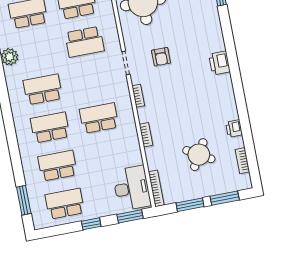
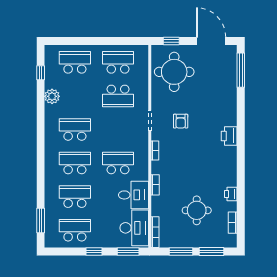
desk: (124, 151) -> (134, 195), added
round table: (199, 155) -> (197, 210), turned -30

